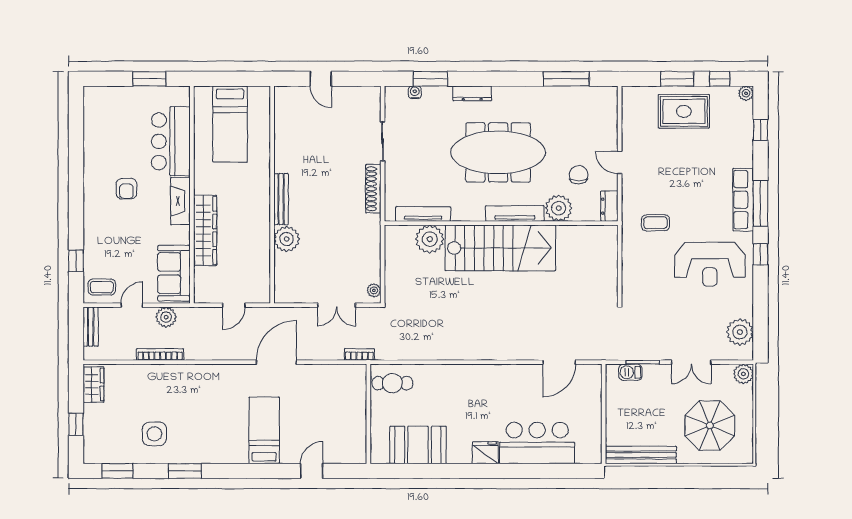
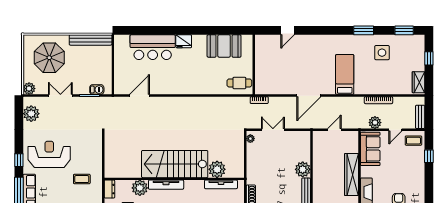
bed: (264, 430) -> (345, 74), moved, turned 180

